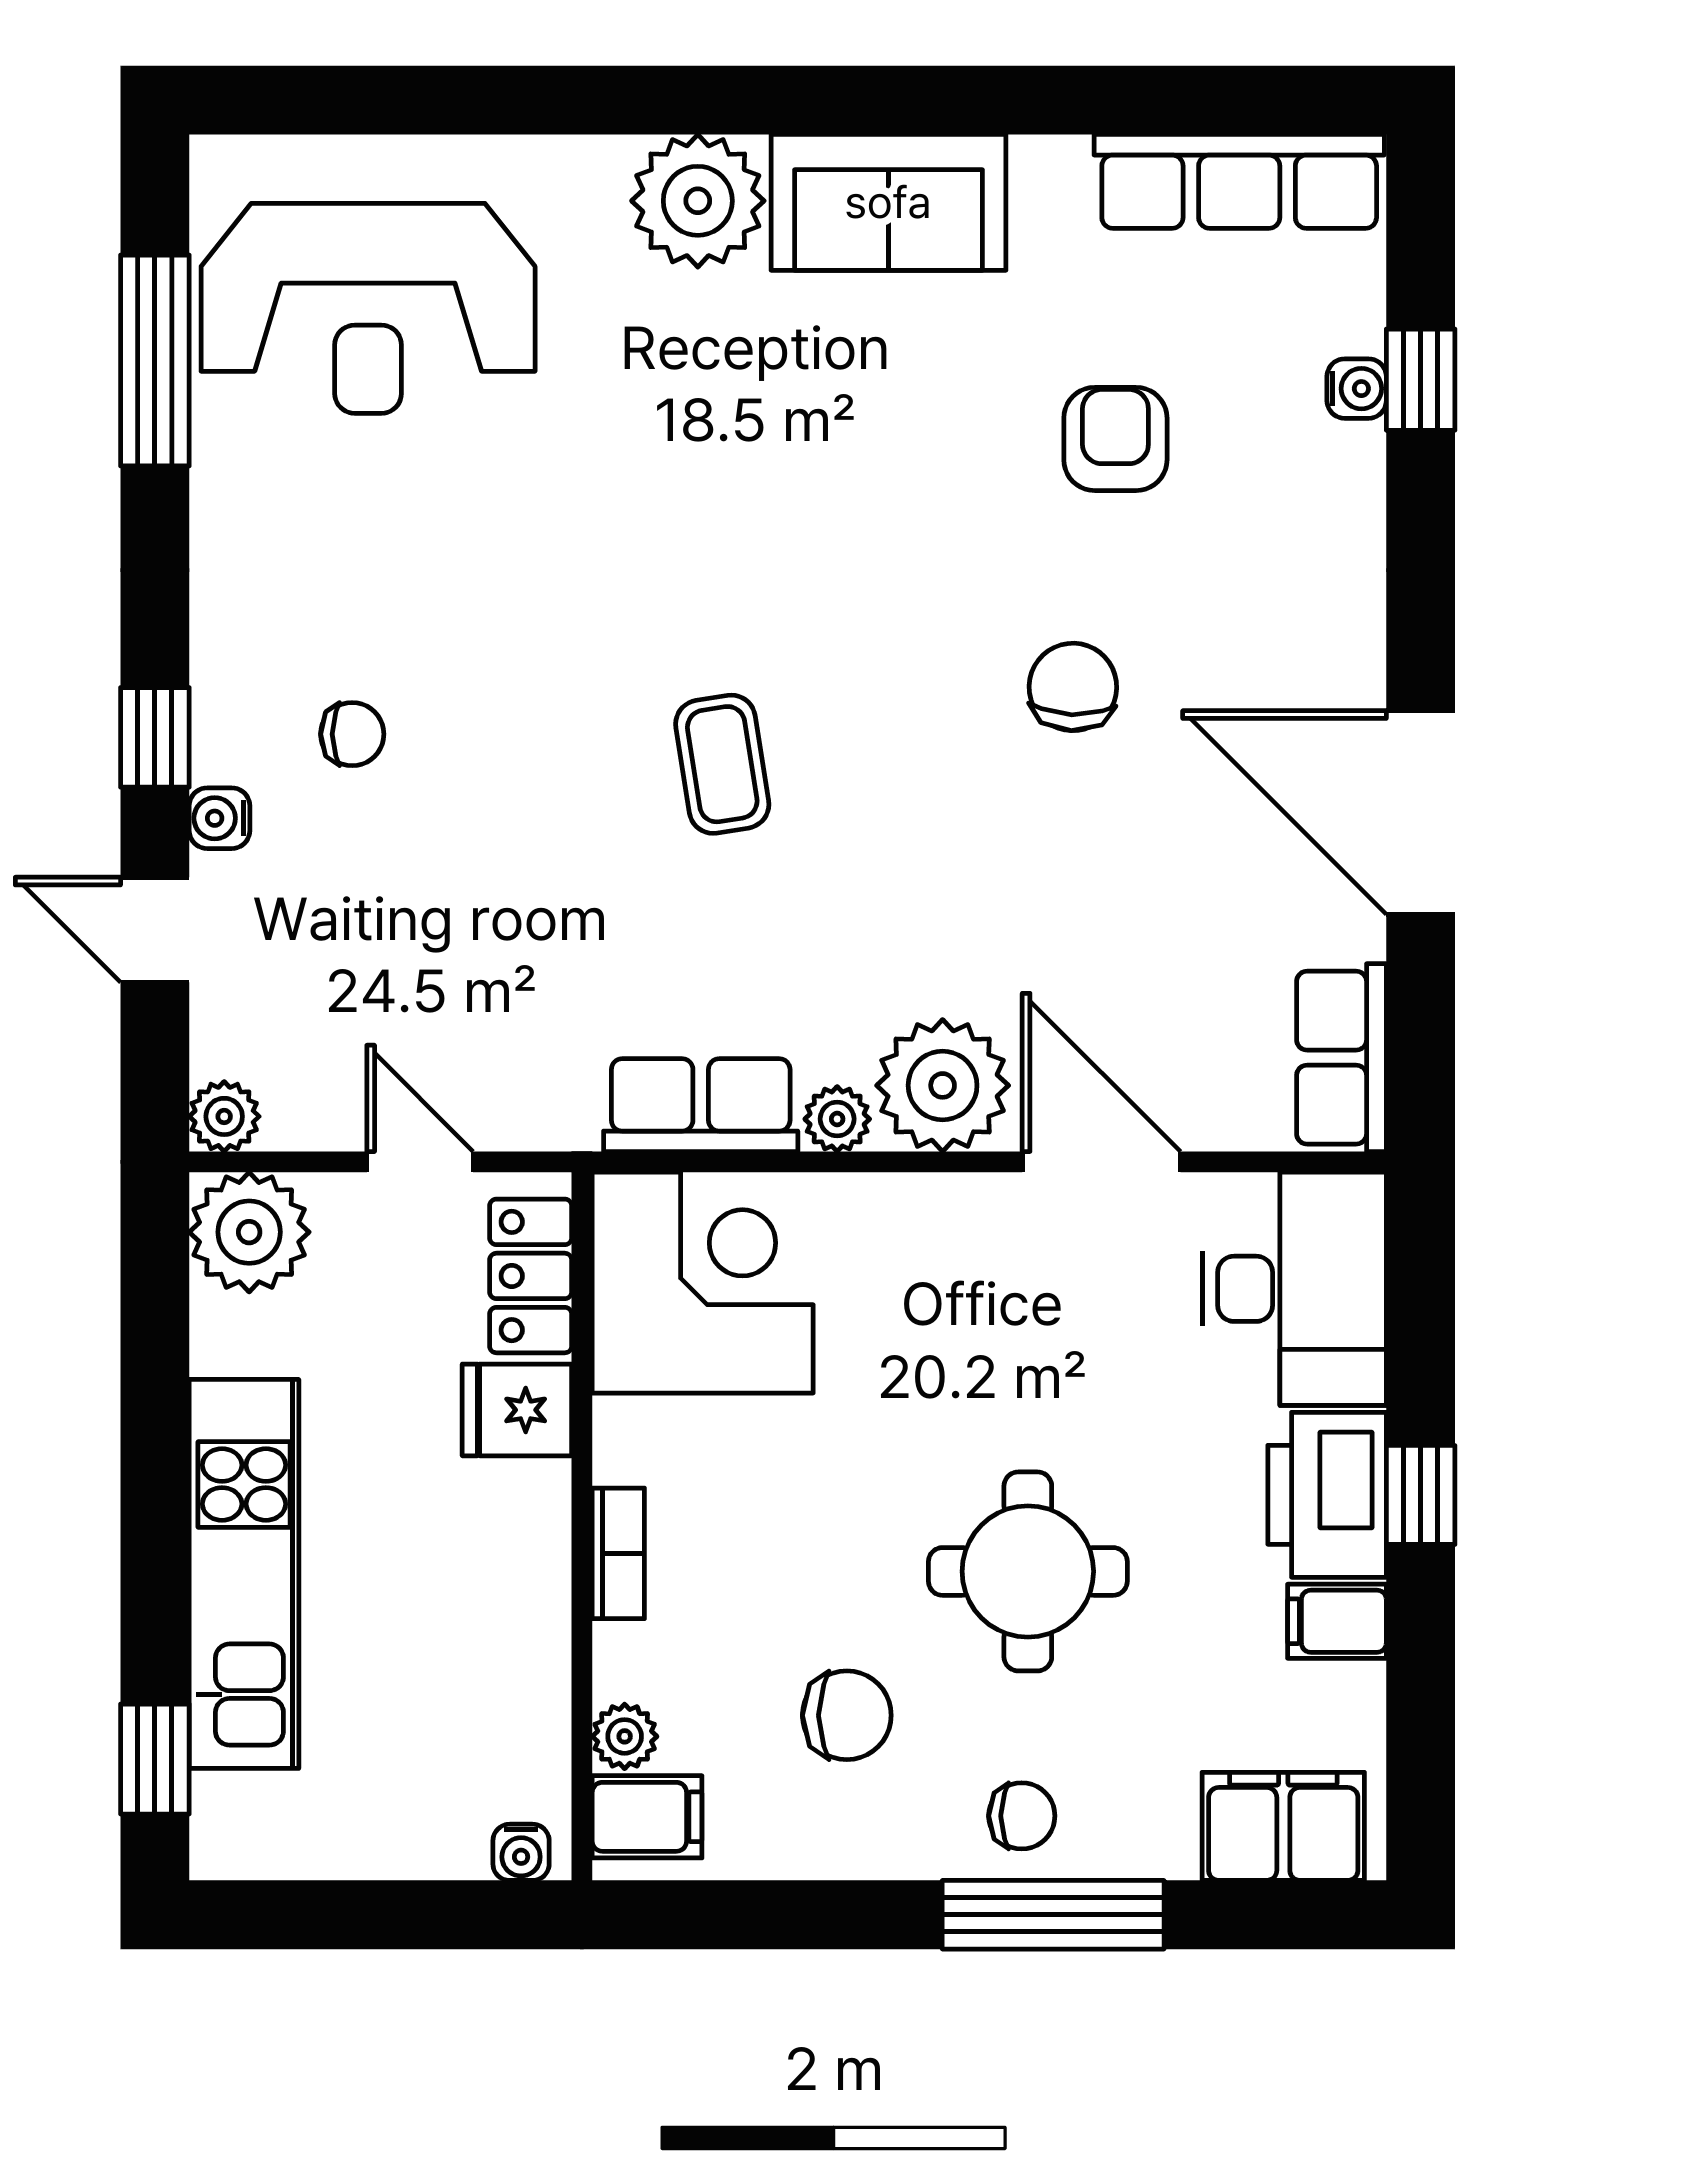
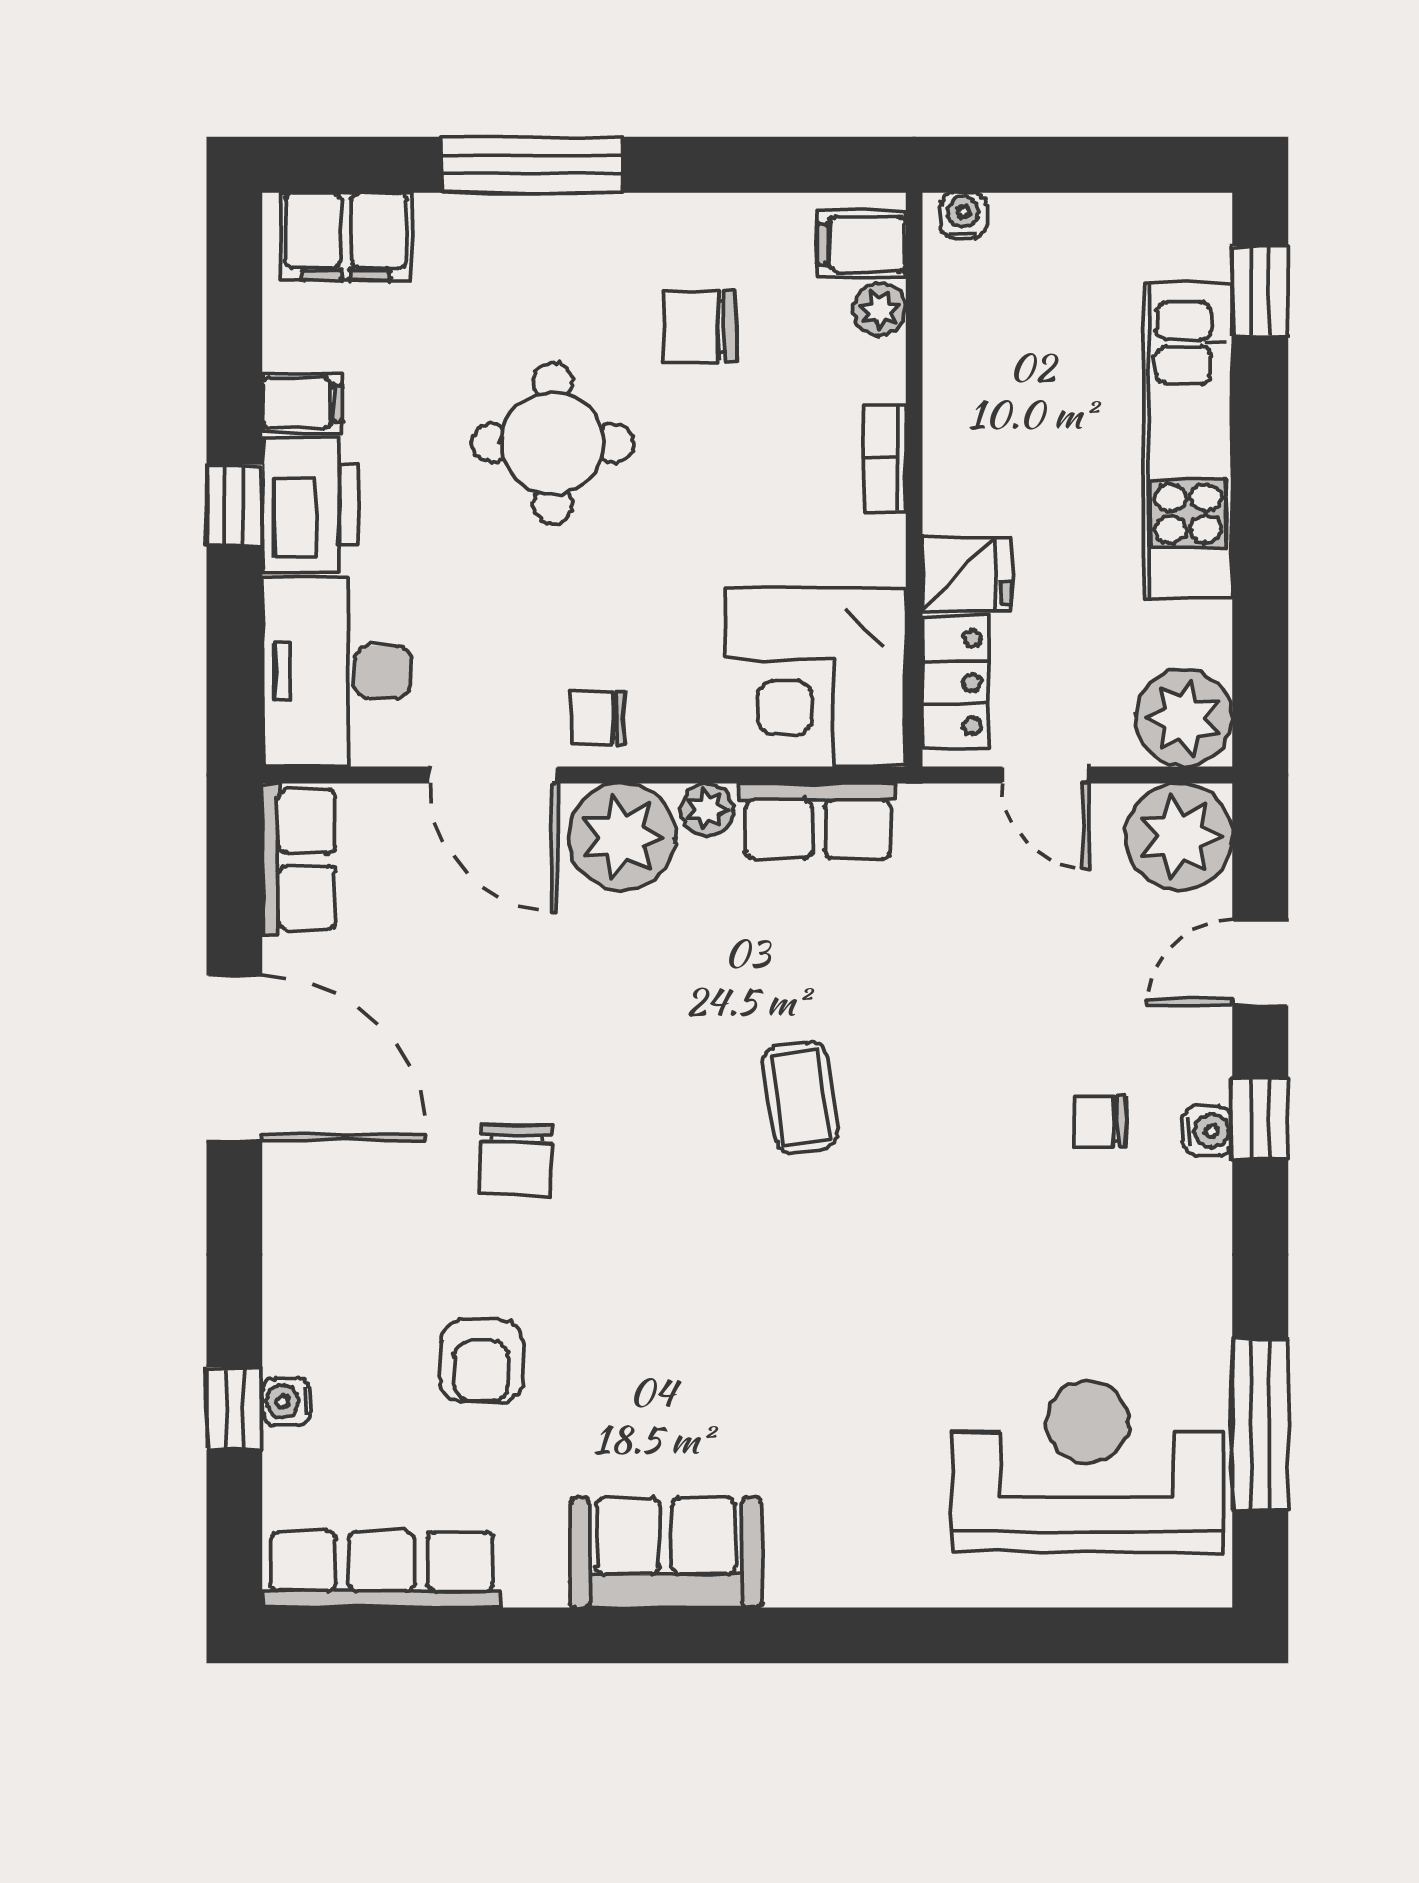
plant: (698, 201) -> (820, 1554), removed
water cooler: (219, 818) -> (1208, 1131), moved
door: (155, 930) -> (1260, 963), swing flipped
plant: (224, 1116) -> (1179, 837), width x1.87, depth x1.87
chair: (1022, 1816) -> (598, 718), moved

